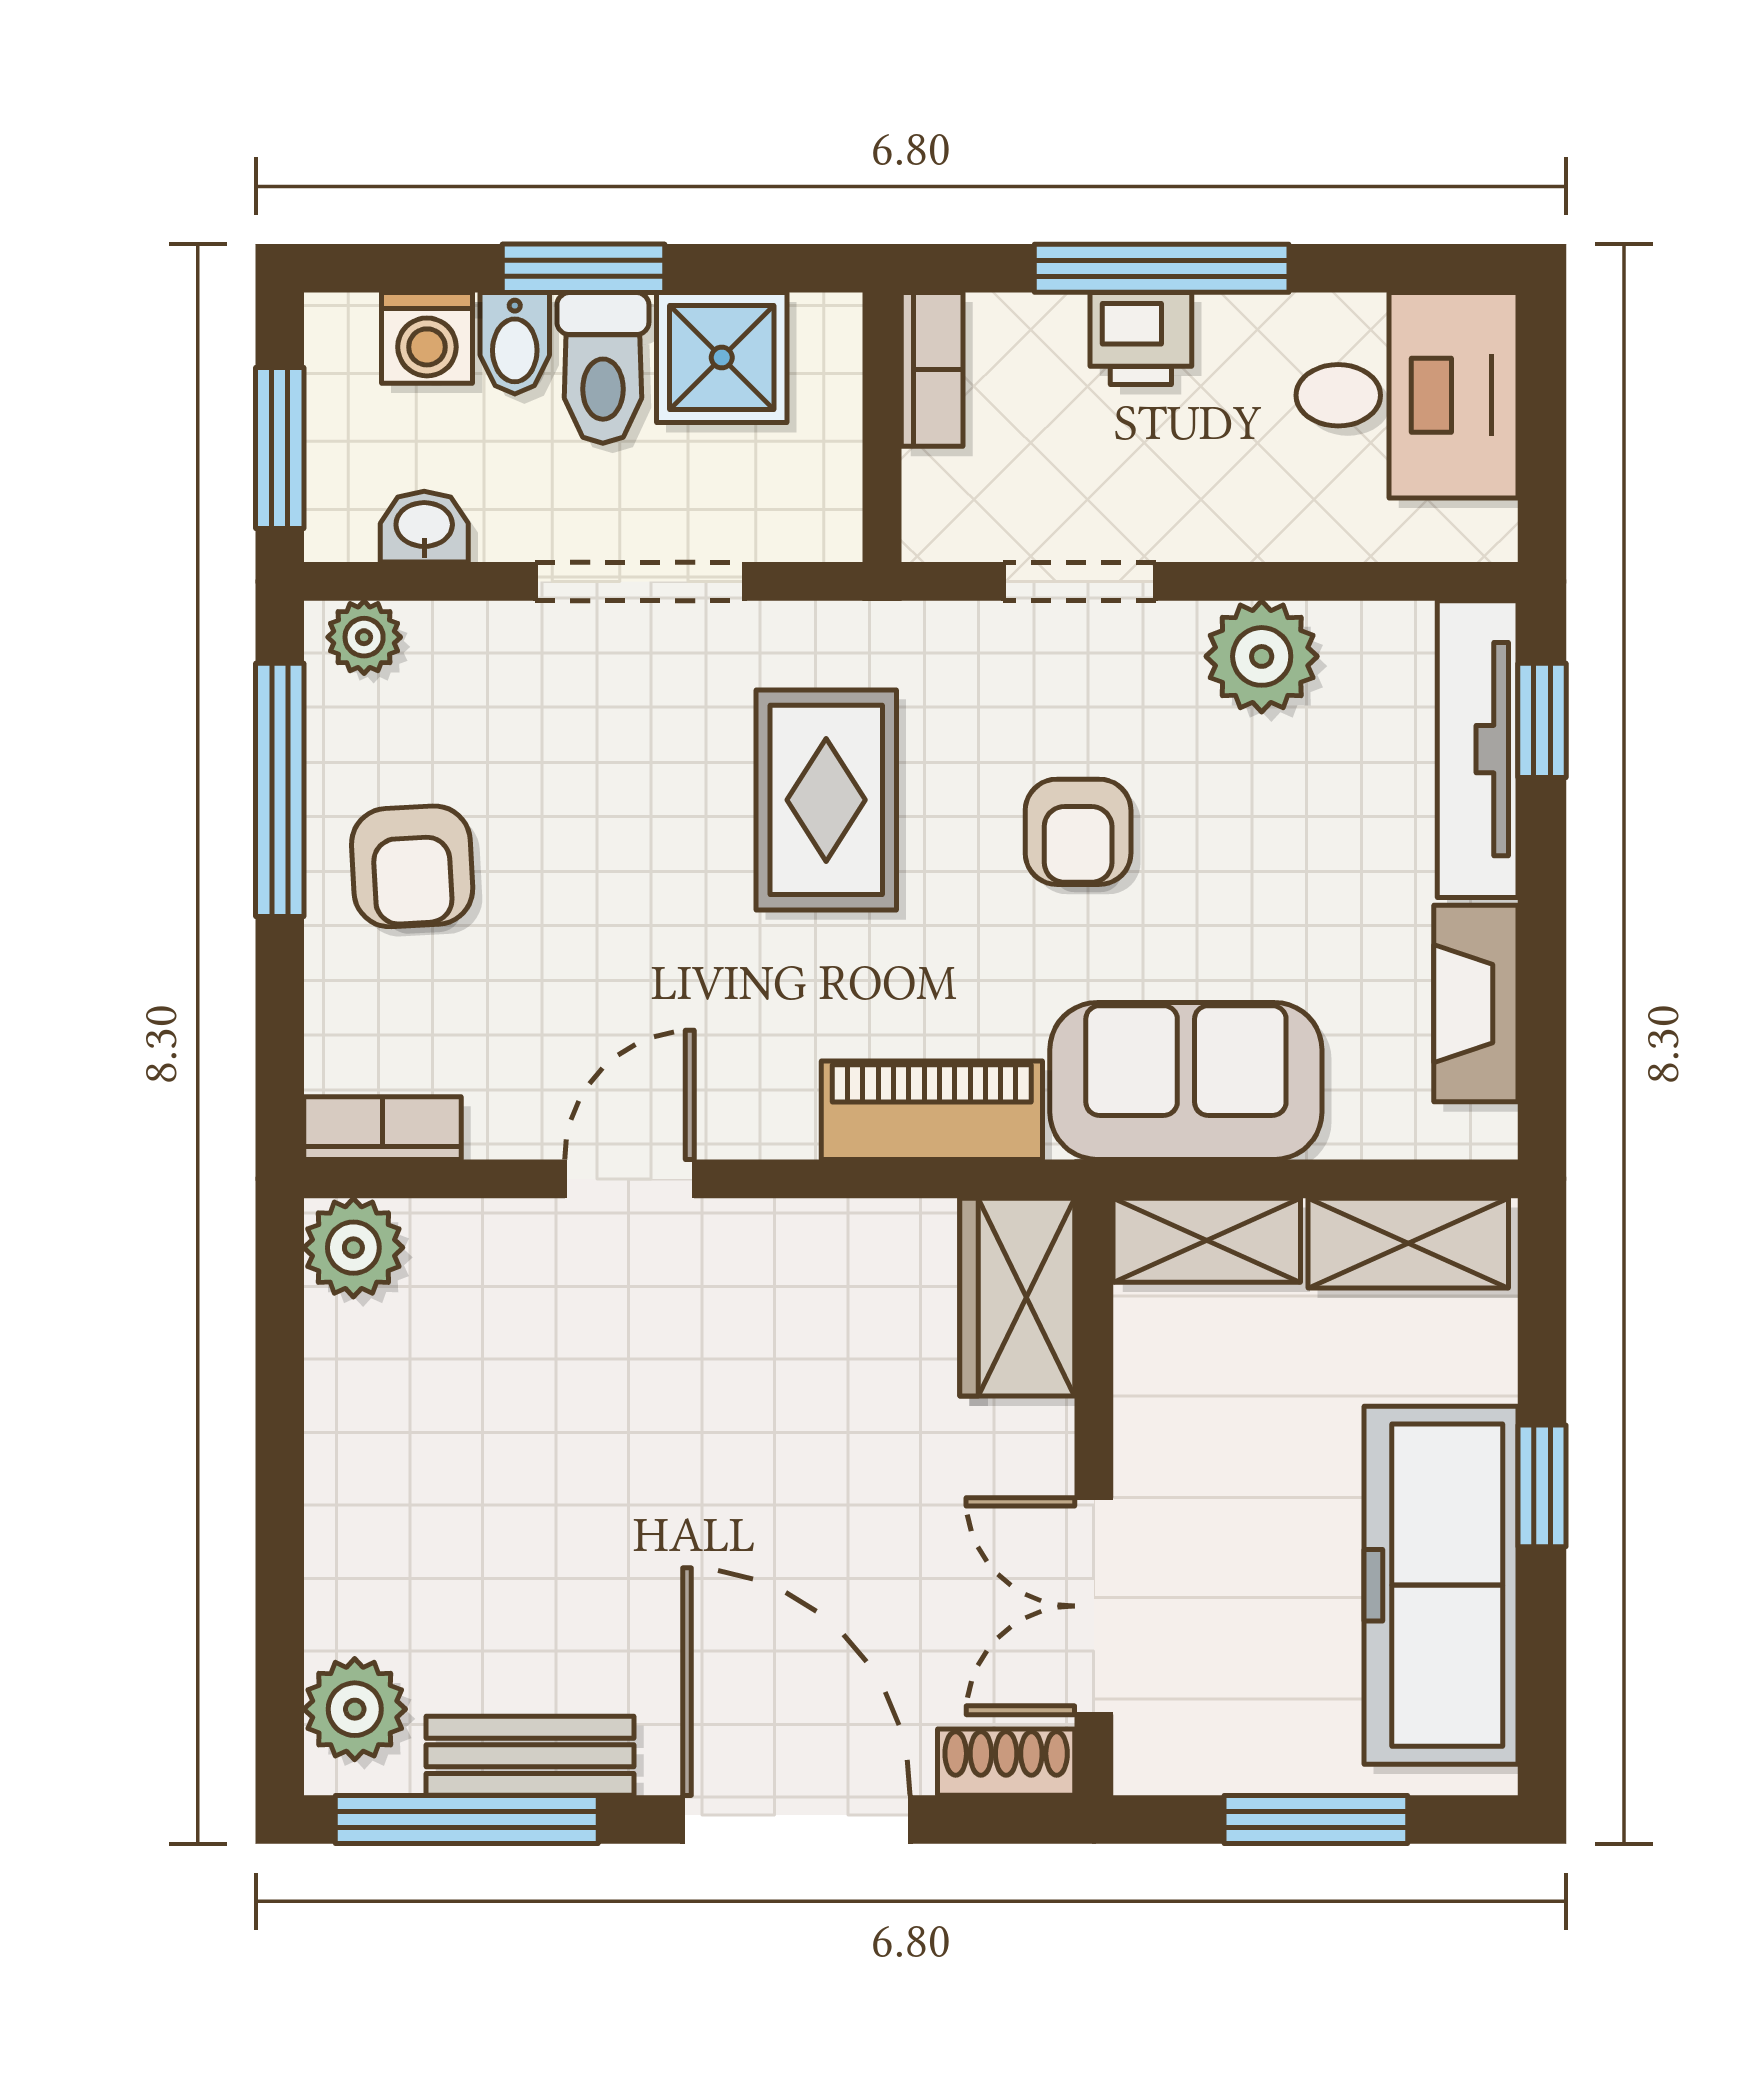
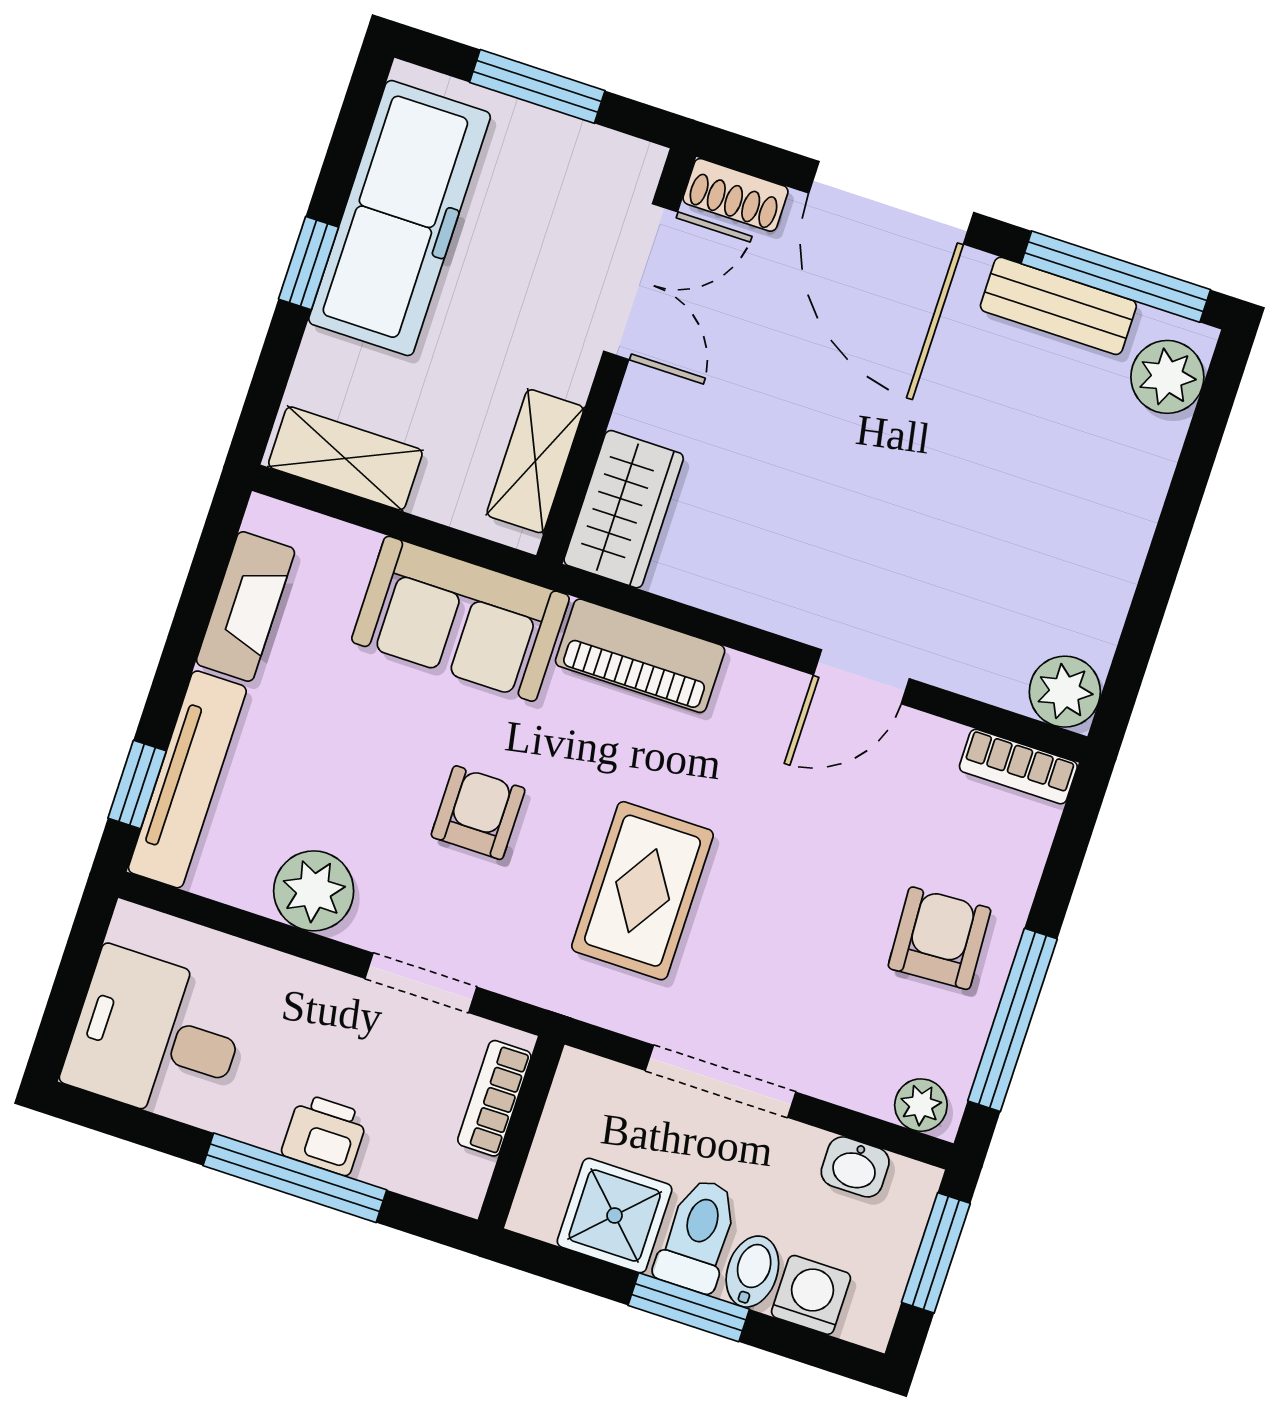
bookcase: (932, 369) -> (494, 1098), moved
shelving: (1207, 1240) -> (535, 461), moved, turned 90

